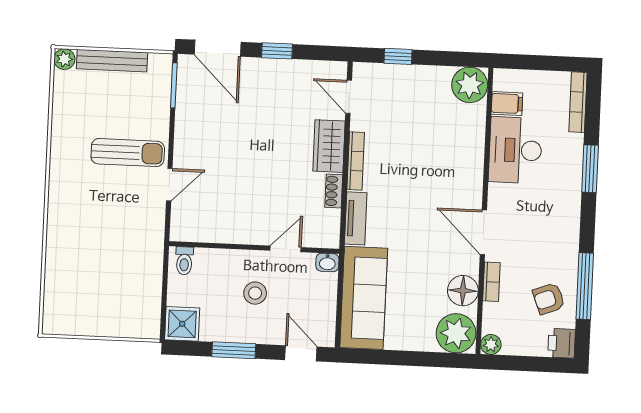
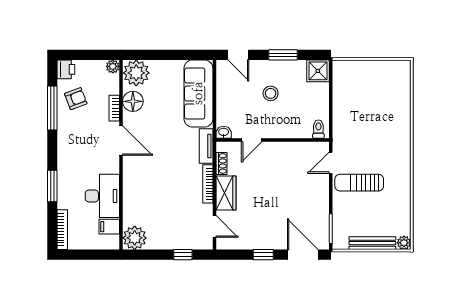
wall: (254, 247) -> (273, 140), moved
door: (286, 249) -> (252, 140), moved
toilet: (184, 261) -> (318, 129), moved
washbasin: (327, 262) -> (224, 132), moved

